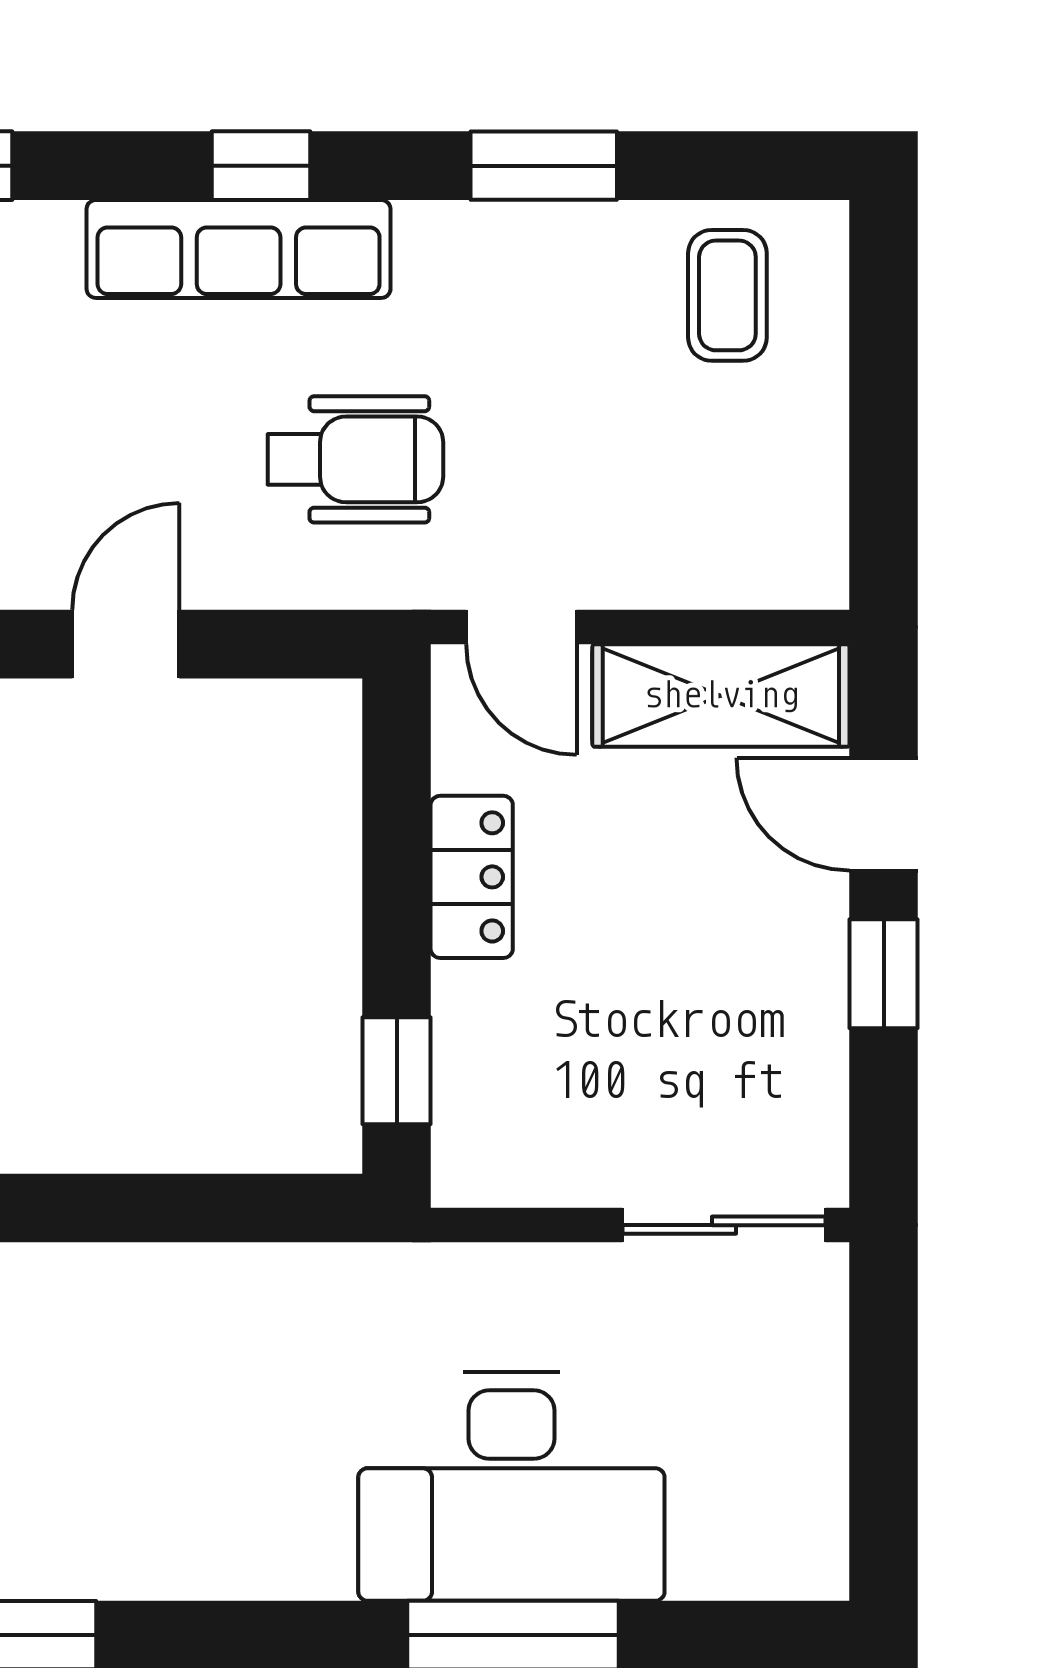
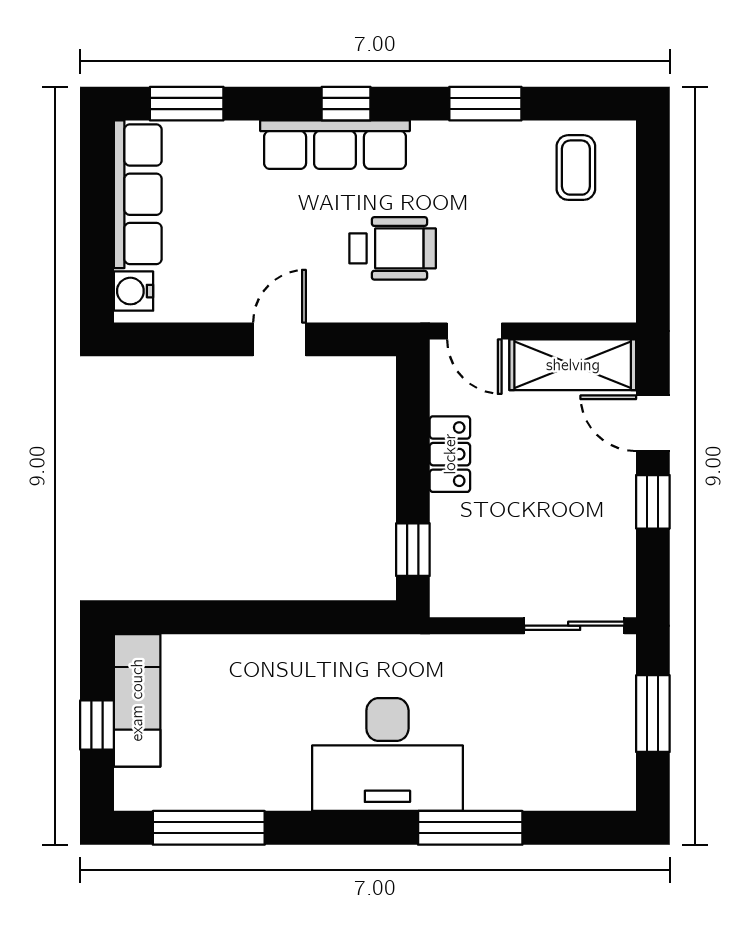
window: (884, 1403) -> (653, 714), added
desk: (511, 1486) -> (387, 755), moved

